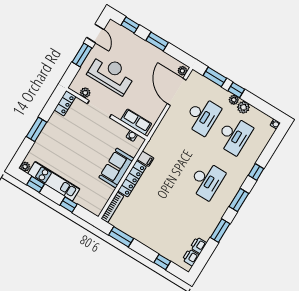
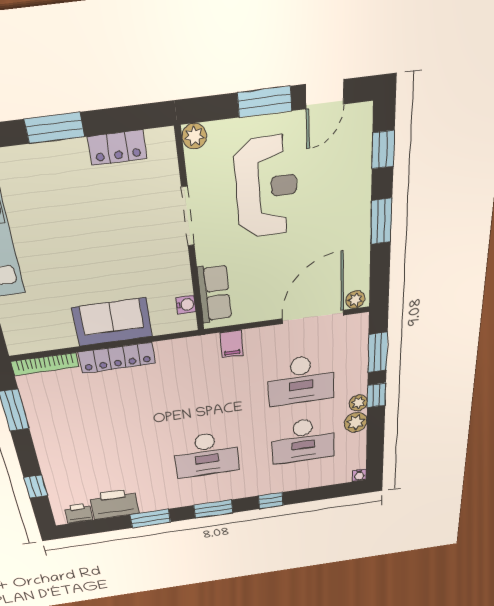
plant: (85, 93) -> (194, 136), moved
locker: (65, 103) -> (117, 148), moved
filing cabinet: (145, 159) -> (232, 344), moved
printer: (198, 245) -> (114, 504), width x1.87, depth x1.48

